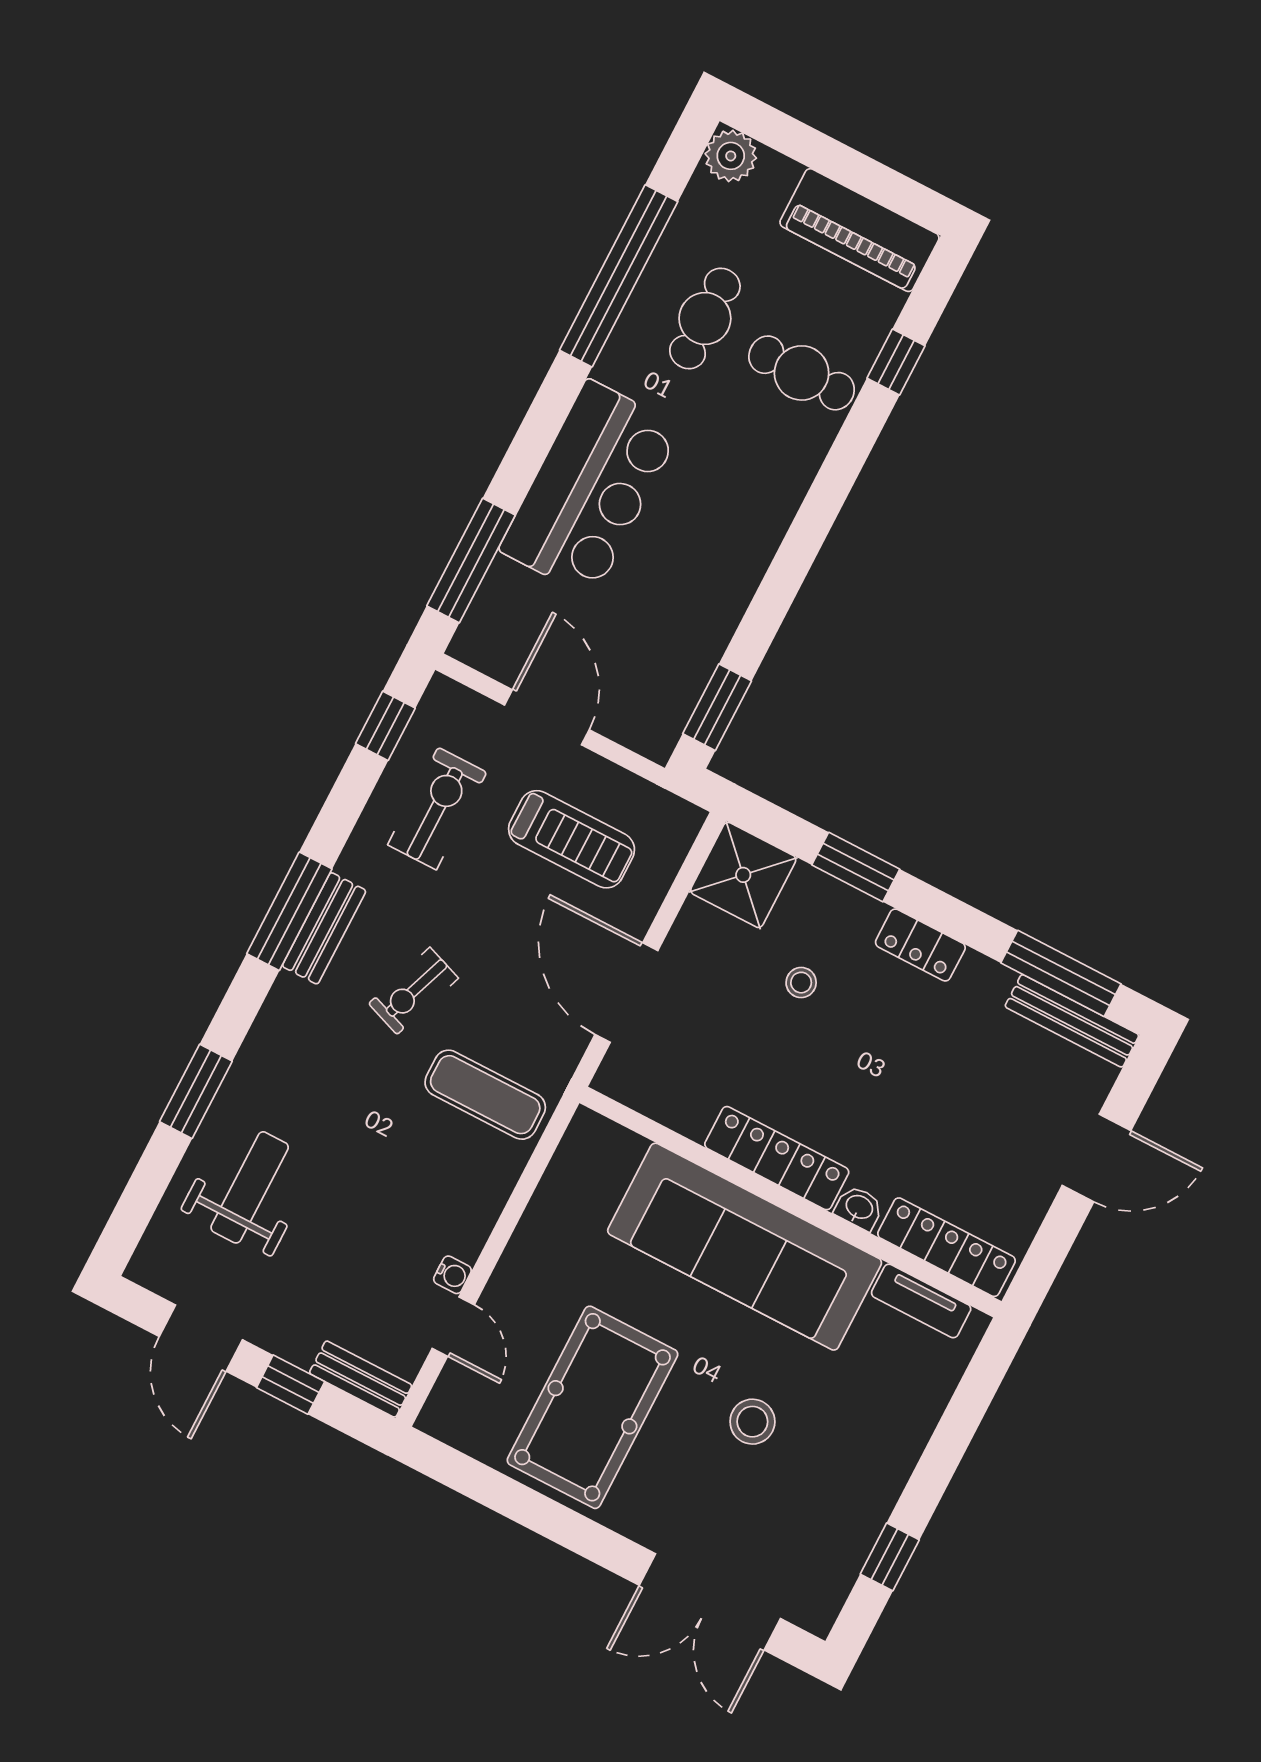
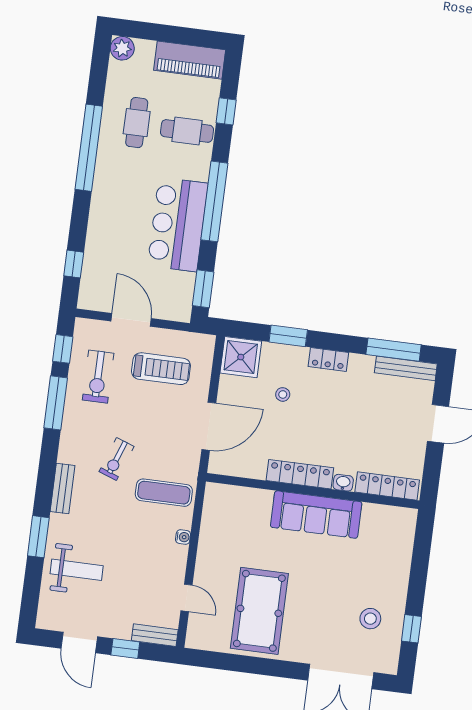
window: (619, 276) -> (89, 148), moved
bar counter: (590, 489) -> (178, 224), moved, turned 180
window: (805, 537) -> (214, 201), added
window: (471, 561) -> (74, 264), width x0.46
exercise bike: (437, 809) -> (98, 377), turned 180
window: (289, 911) -> (56, 403), moved
bench: (324, 928) -> (63, 488), moved
door: (626, 993) -> (209, 426), swing flipped
weight bench: (250, 1187) -> (77, 570), turned 90
sofa: (745, 1247) -> (316, 515), width x0.74, depth x0.79
water cooler: (452, 1275) -> (183, 537), moved
tv unit: (921, 1301) -> (385, 513), removed
stool: (752, 1422) -> (370, 619), moved

